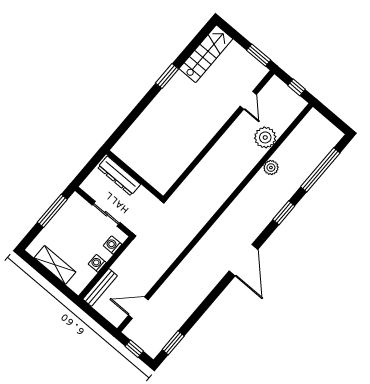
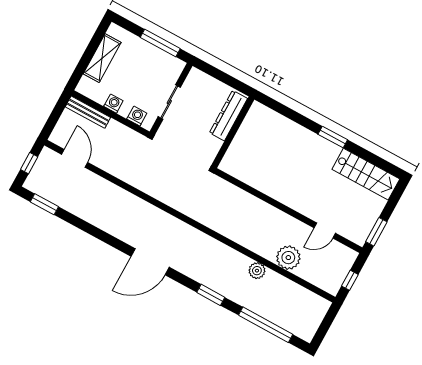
wall: (135, 175) -> (233, 132), moved
dresser: (119, 176) -> (229, 116), moved

